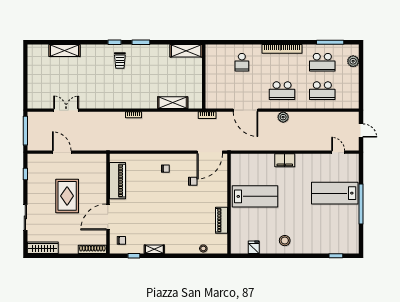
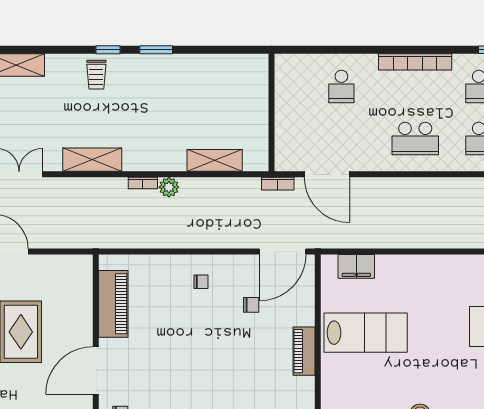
shelving: (186, 51) -> (92, 160), moved
trolley: (120, 60) -> (96, 75), moved
door: (246, 110) -> (327, 174), moved
plant: (283, 117) -> (169, 187), moved
filing cabinet: (285, 160) -> (356, 266), moved
piano: (221, 220) -> (304, 351), moved

